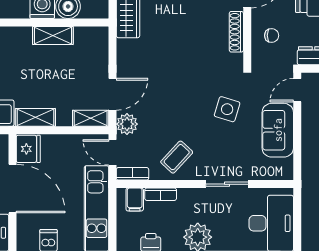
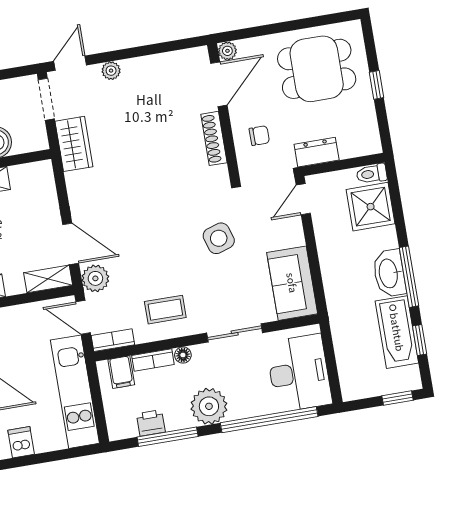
door: (112, 94) -> (71, 244), hinge flipped
side table: (227, 109) -> (219, 238), turned -34
sofa: (278, 130) -> (292, 283), moved
coffee table: (177, 157) -> (165, 310), turned 47
floor lamp: (184, 194) -> (183, 355), added

